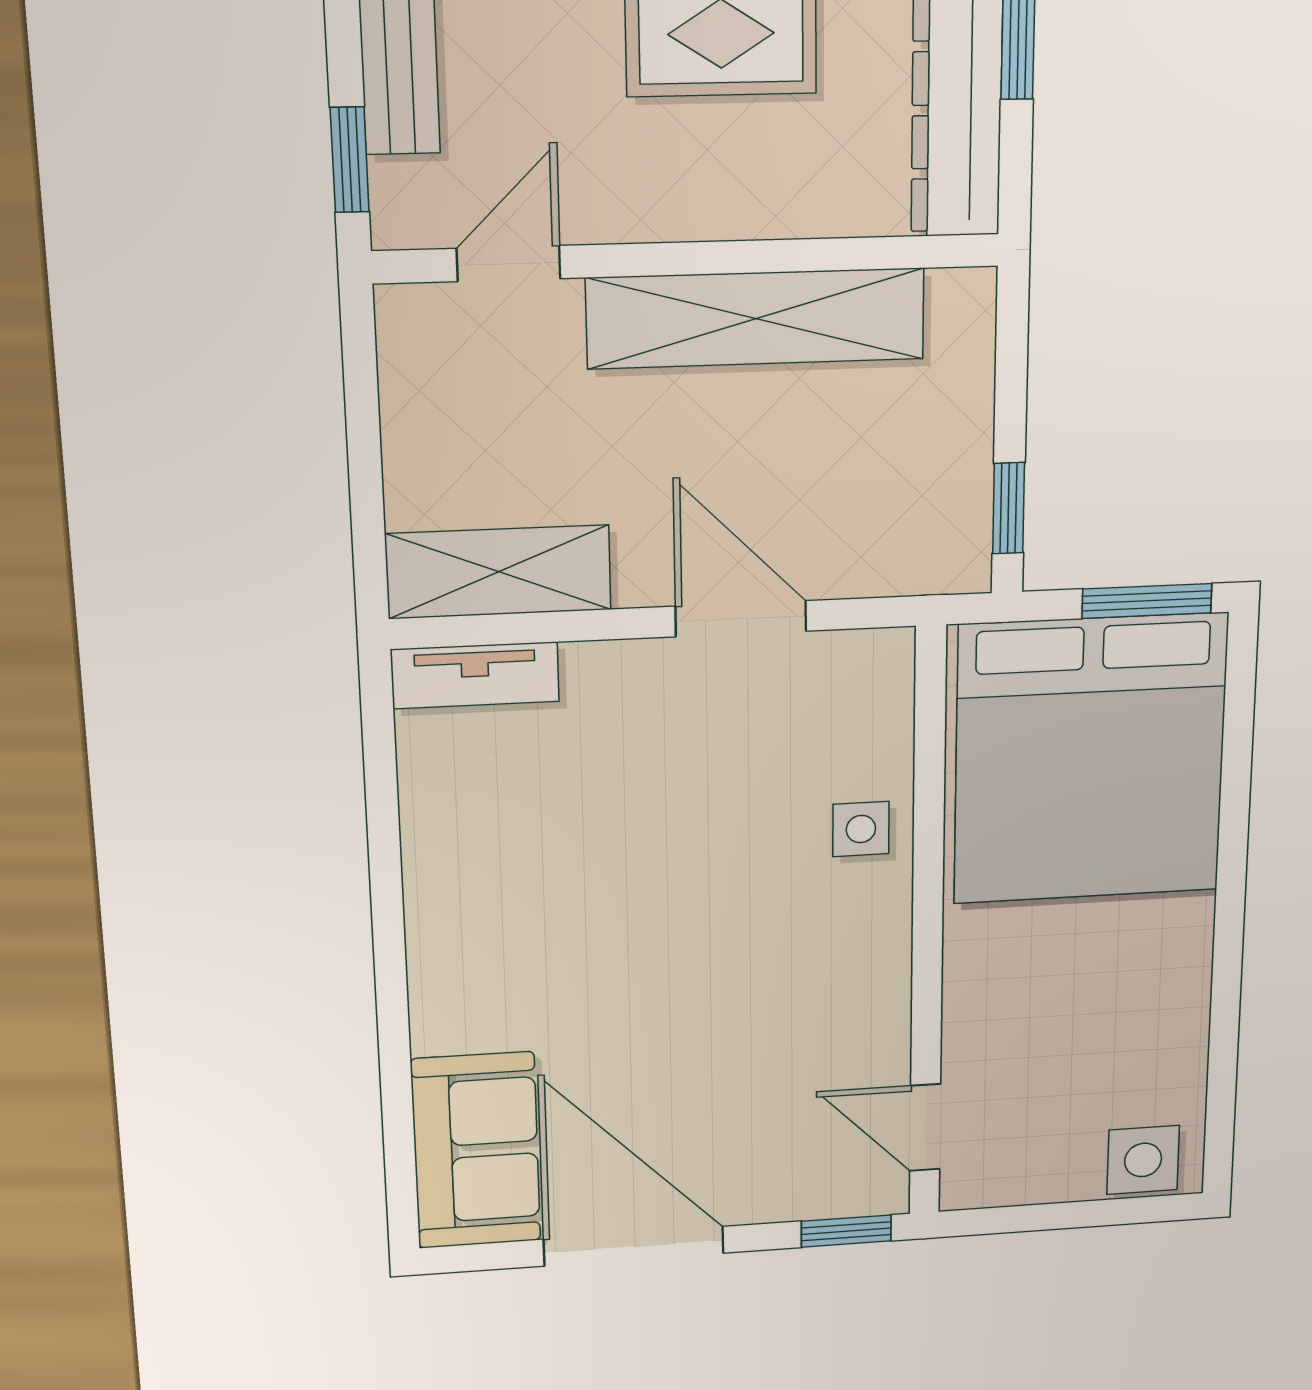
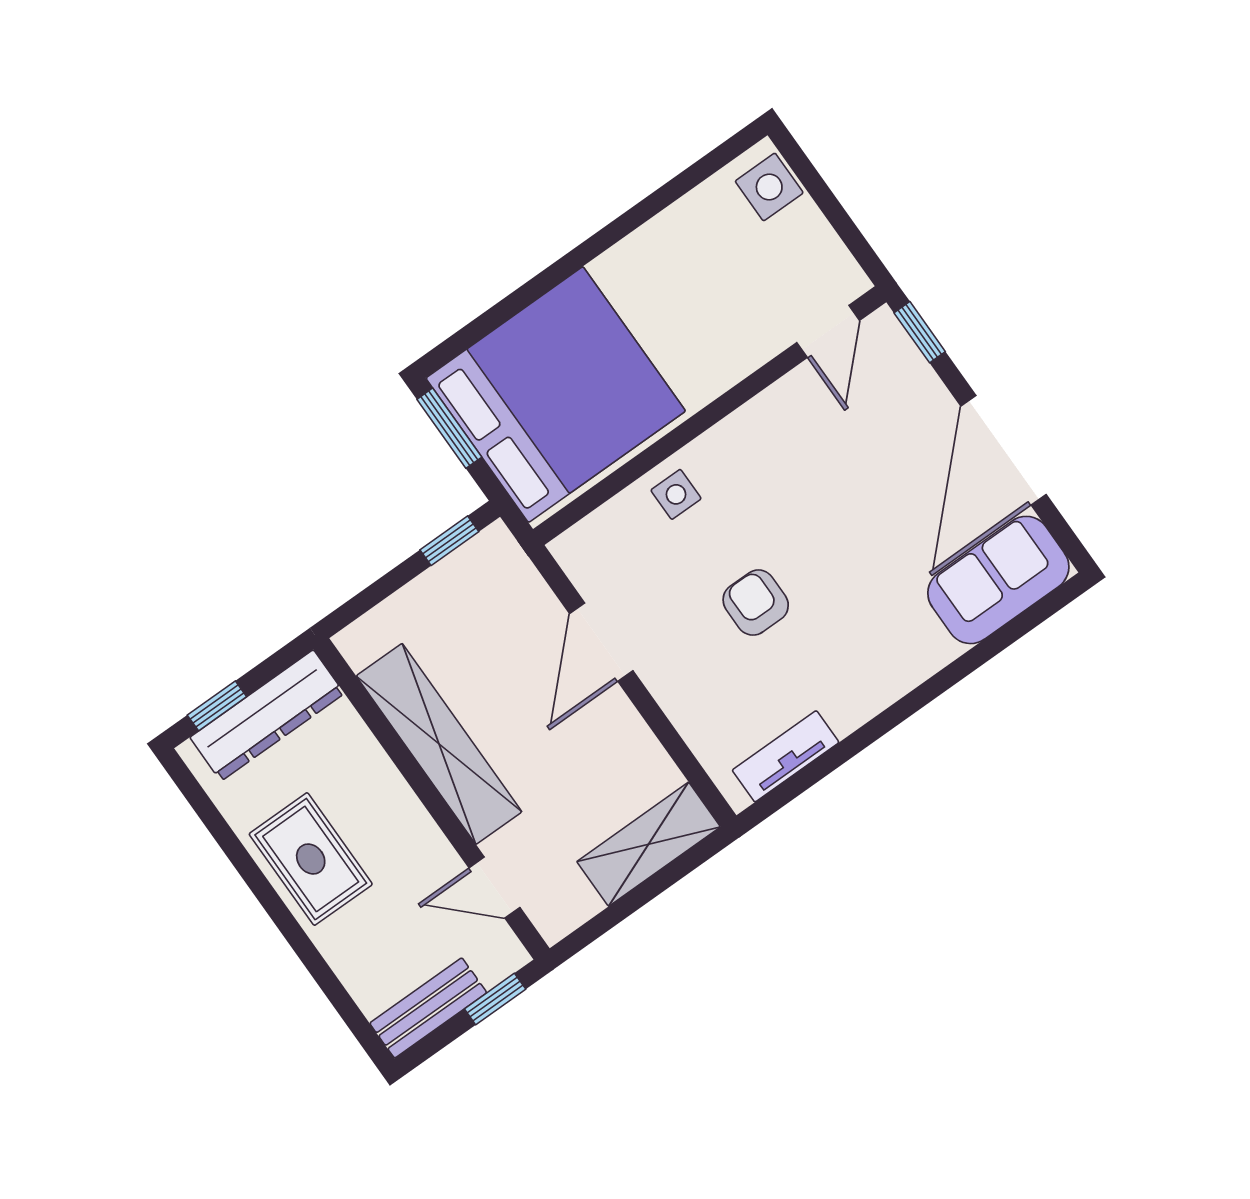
shelving: (499, 572) -> (649, 844), moved, turned 90
tv unit: (475, 675) -> (786, 756), moved, turned -90
armchair: (655, 843) -> (756, 603), added

